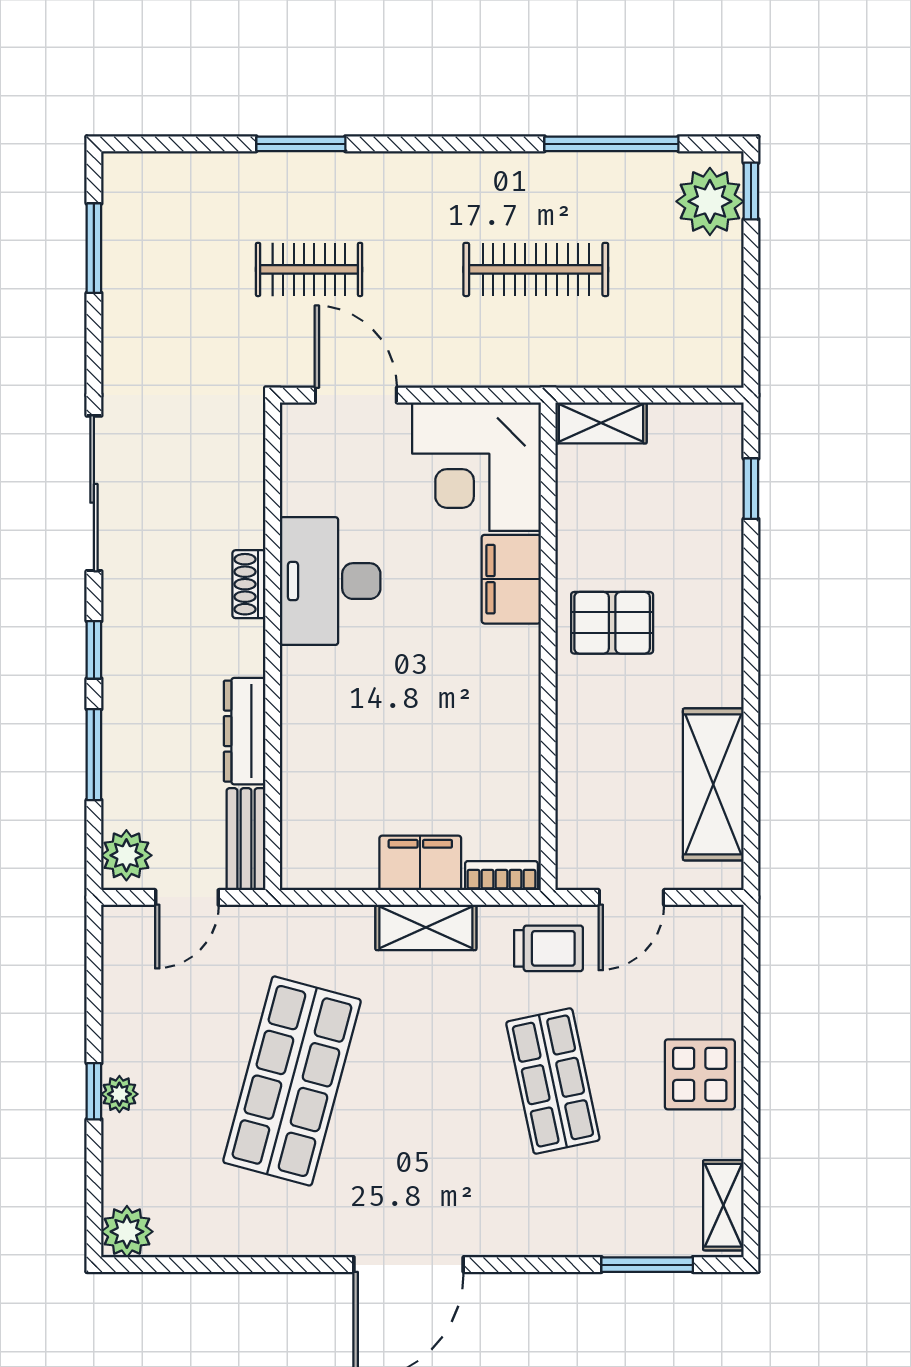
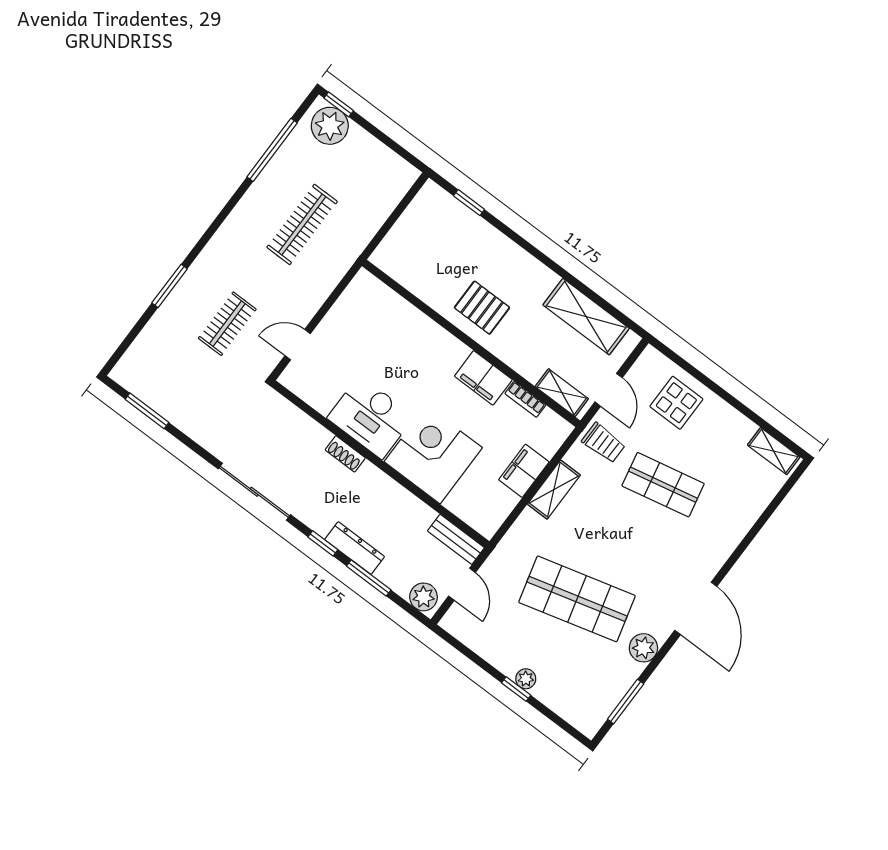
door: (356, 395) -> (298, 345), width x0.73
shelving: (601, 423) -> (562, 393), moved, turned 90
corner desk: (476, 467) -> (433, 455), moved, turned 180
filing cabinet: (511, 579) -> (483, 378), moved
pallet: (612, 623) -> (482, 308), turned 90
dresser: (245, 731) -> (355, 548), moved, turned 180
bookcase: (501, 876) -> (525, 399), moved, turned -90
trolley: (549, 948) -> (604, 443), turned 90
display table: (700, 1074) -> (676, 403), moved
shop shelf: (292, 1081) -> (577, 599), turned -30
plant: (127, 1232) -> (643, 648), moved
window: (647, 1265) -> (626, 702), moved

